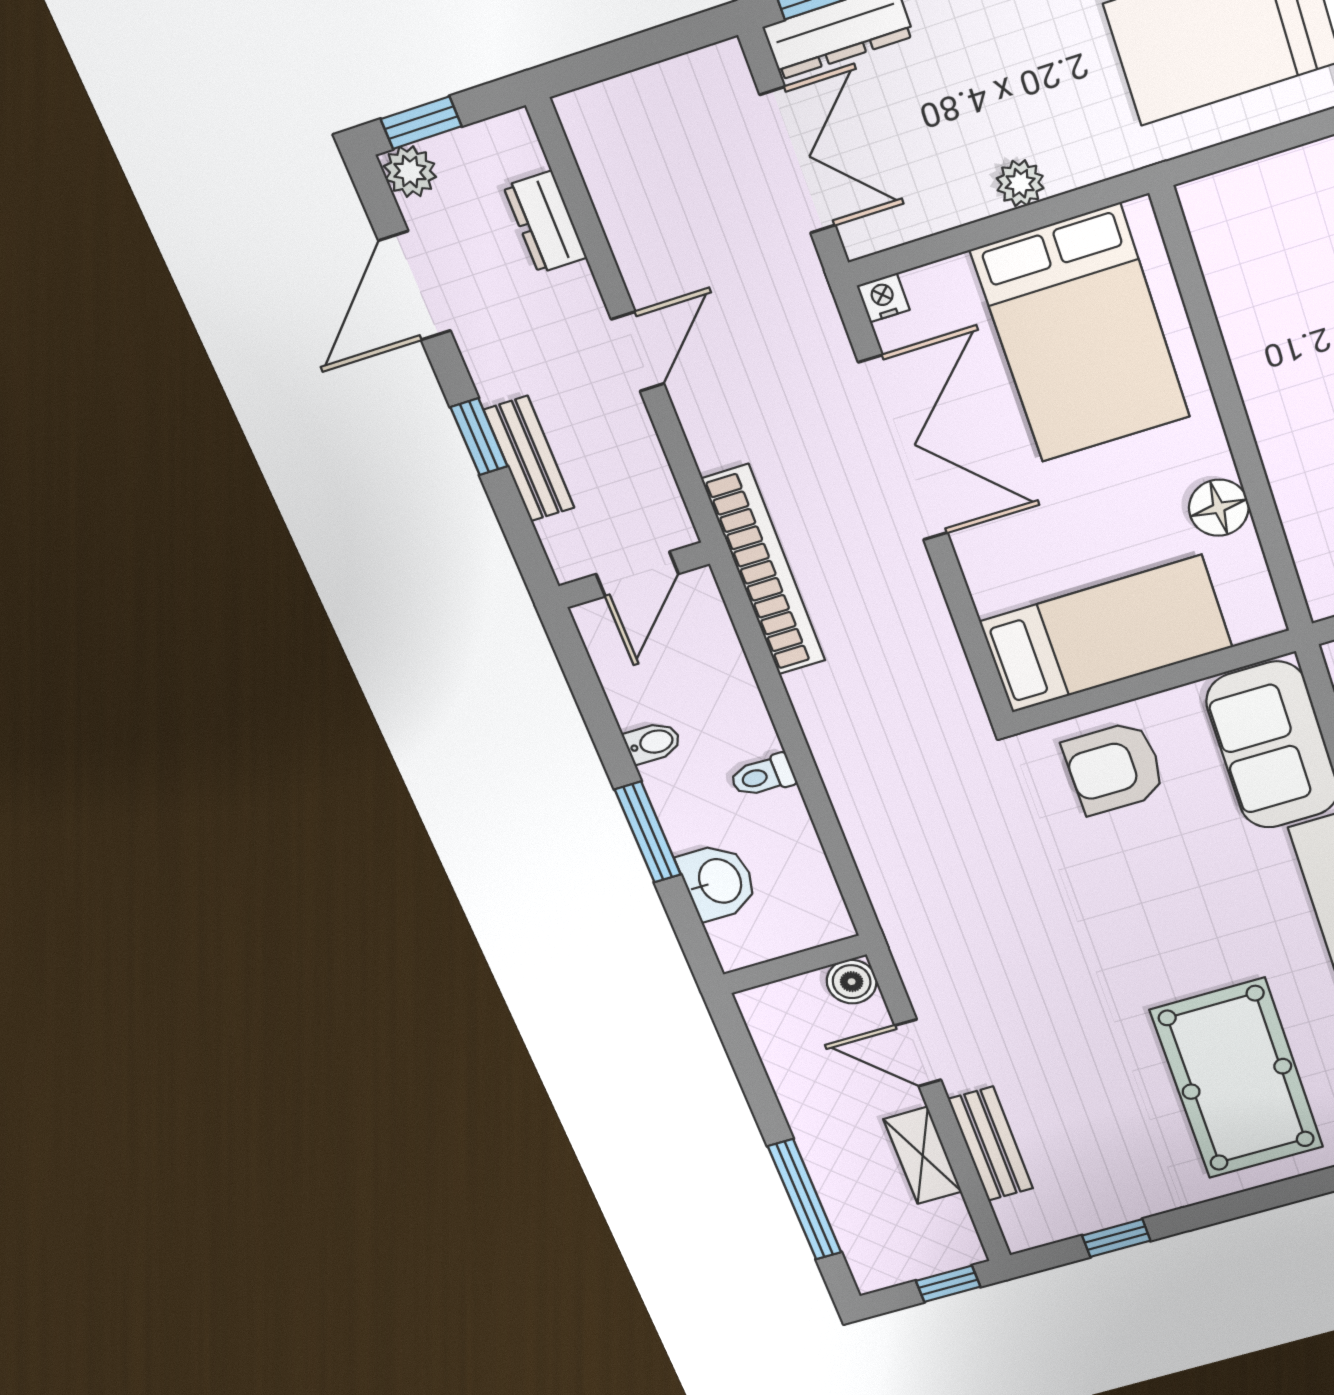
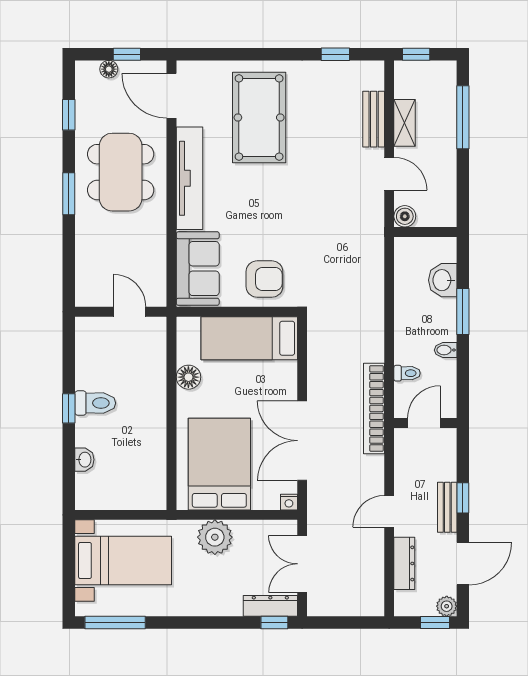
plant: (1020, 183) -> (215, 537), width x1.88, depth x1.88
dresser: (545, 222) -> (404, 563), width x1.44
bench: (529, 459) -> (447, 507), moved
toilet: (763, 776) -> (407, 373), moved

